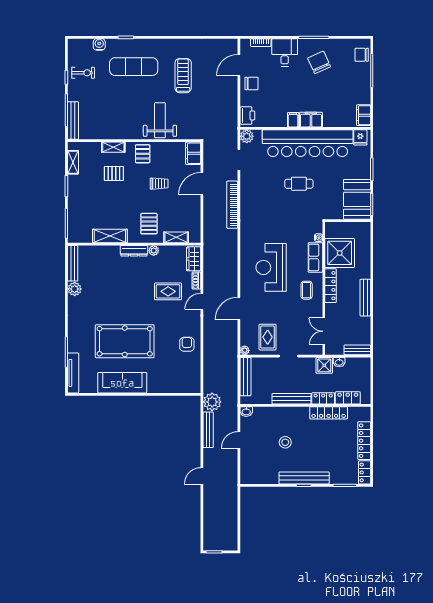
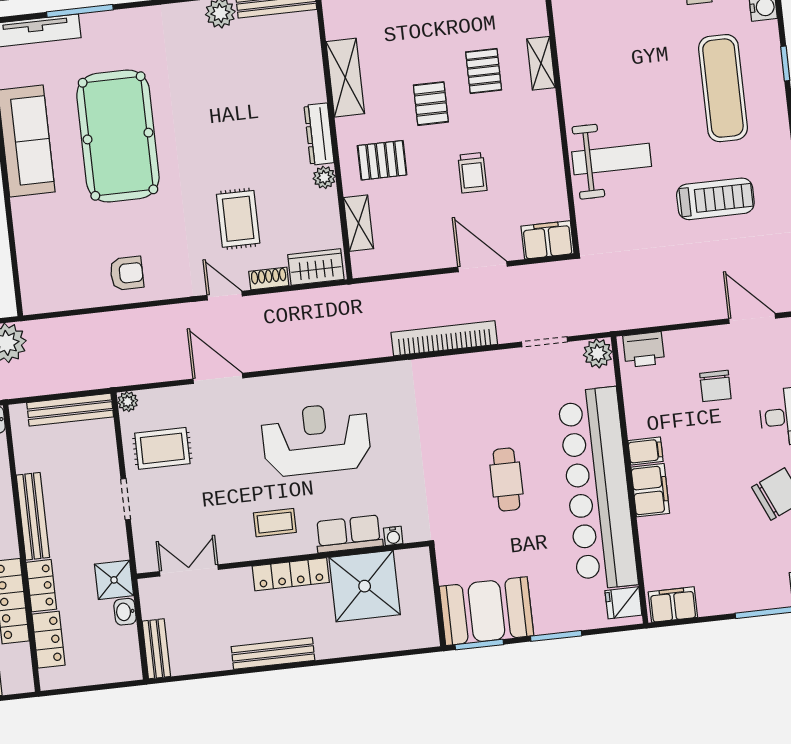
chair: (252, 83) -> (715, 386), moved
pallet: (143, 154) -> (431, 104), moved, turned 90

